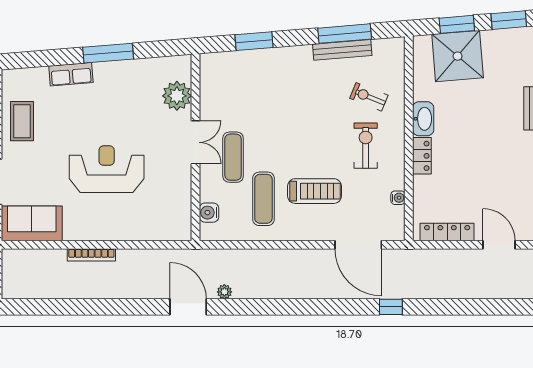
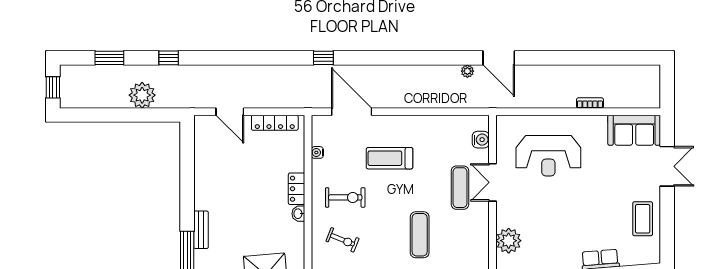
washbasin: (423, 119) -> (298, 214), width x0.52, depth x0.69
double door: (195, 142) -> (493, 182), moved
exercise bike: (366, 146) -> (345, 197), turned -90
reception desk: (107, 169) -> (548, 156), moved
exercise mat: (263, 199) -> (420, 235), moved
bookcase: (91, 255) -> (590, 103), width x0.64

